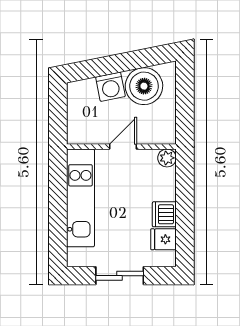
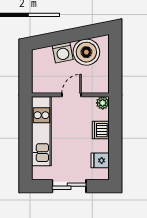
dishwasher: (164, 214) -> (101, 130), moved

